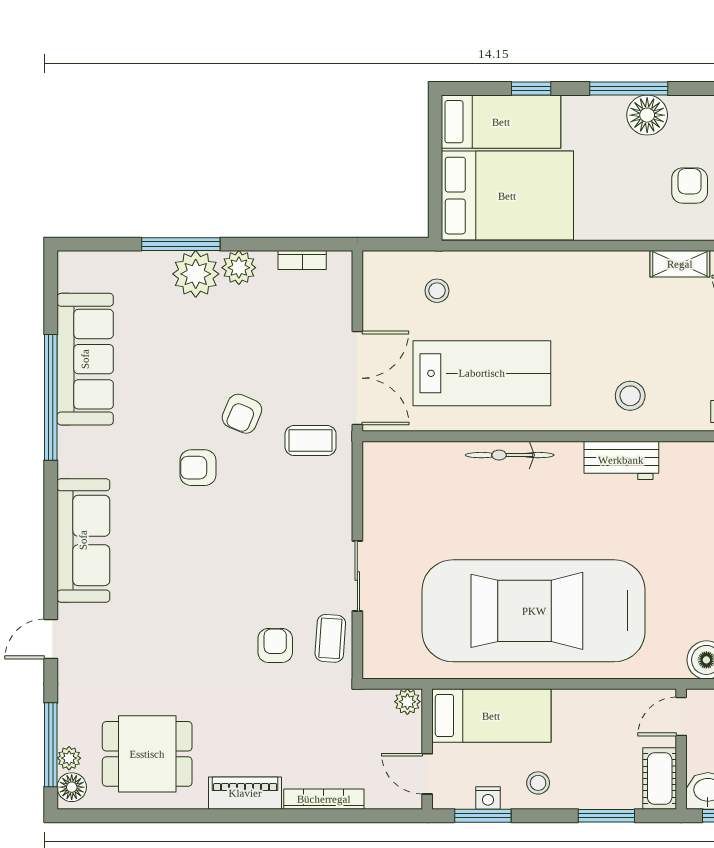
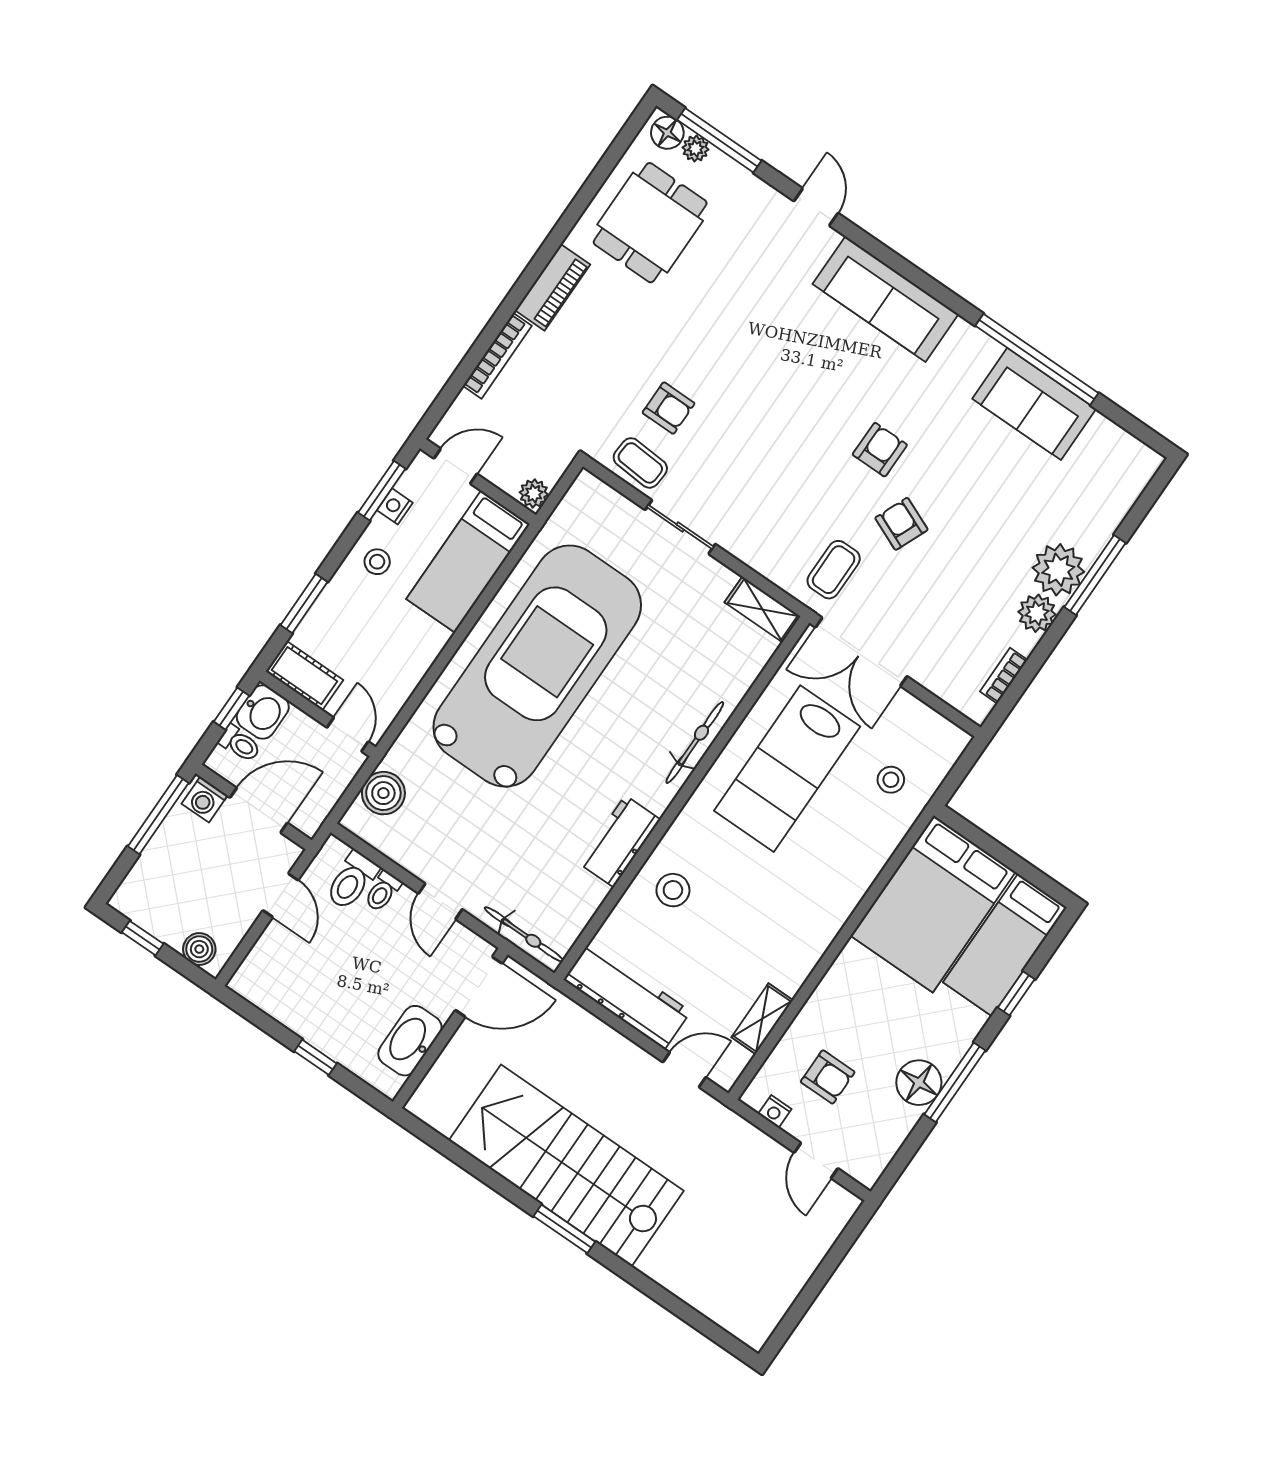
sofa: (85, 359) -> (1034, 404), width x0.73
shelving: (376, 473) -> (763, 609), added

